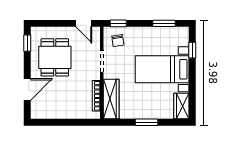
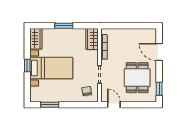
window: (118, 23) -> (86, 105), removed
window: (192, 50) -> (27, 65), moved
door: (27, 89) -> (159, 52), hinge flipped
wardrobe: (111, 99) -> (92, 39), width x0.67

